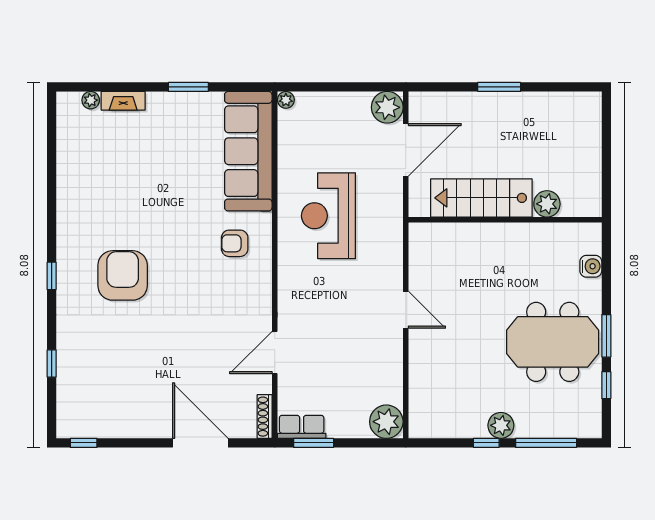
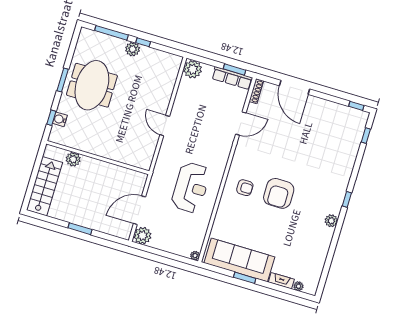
sofa: (248, 151) -> (239, 260), moved, turned -90
stairs: (481, 198) -> (45, 186), moved, turned -90
plant: (68, 231) -> (331, 221), added
armchair: (123, 275) -> (279, 193), moved
meeting table: (553, 342) -> (92, 85), turned 90
window: (52, 364) -> (366, 136), moved
window: (606, 385) -> (51, 118), moved
row of seats: (302, 427) -> (232, 78), width x1.48

